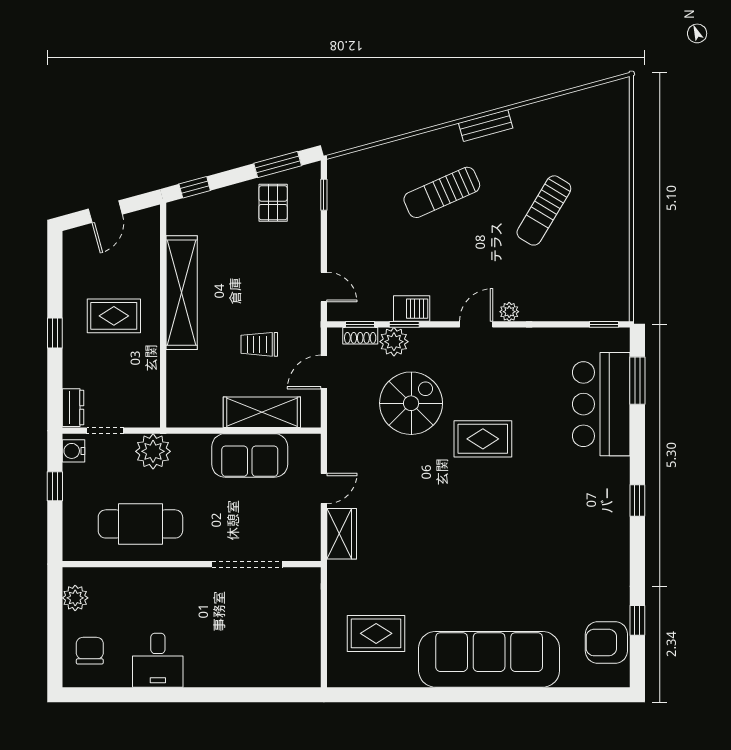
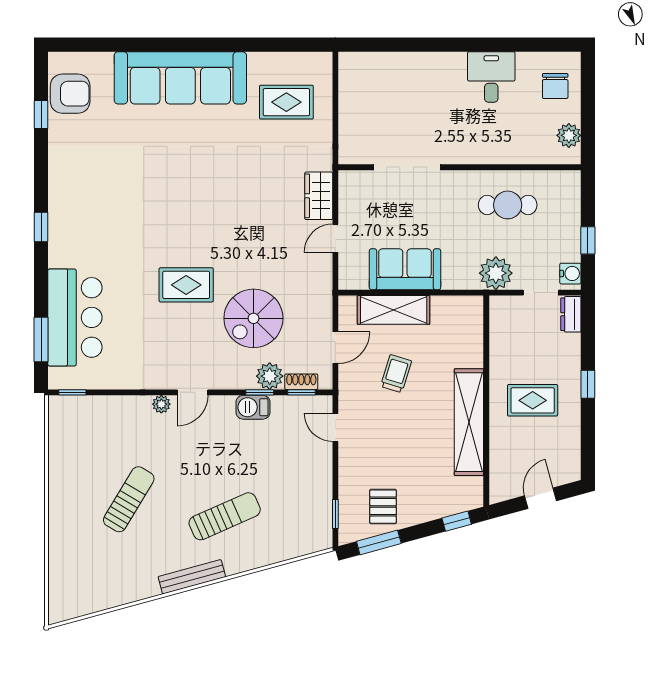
bench: (486, 126) -> (192, 577), width x1.36
trolley: (259, 344) -> (396, 374), turned -73
cafe table: (140, 524) -> (508, 205), width x0.73, depth x0.74

